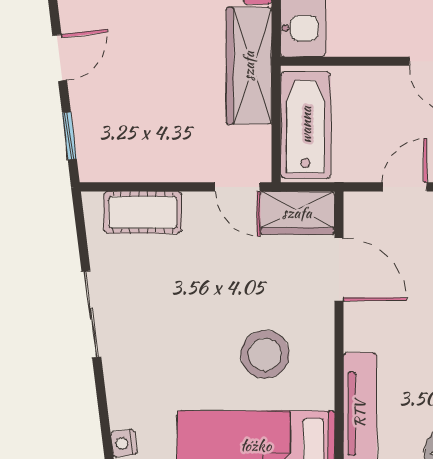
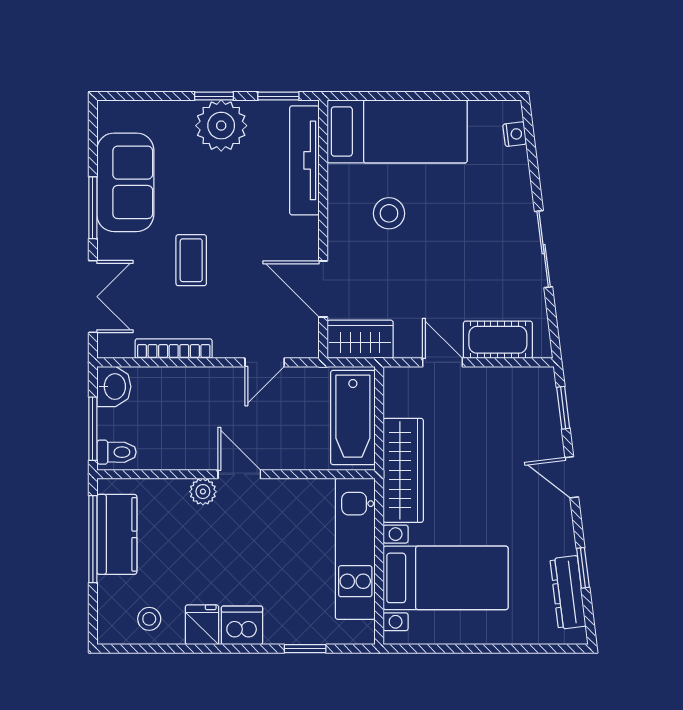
door: (60, 58) -> (572, 477), hinge flipped
door: (238, 187) -> (443, 362), moved
stool: (265, 354) -> (389, 213), width x0.73, depth x0.73

